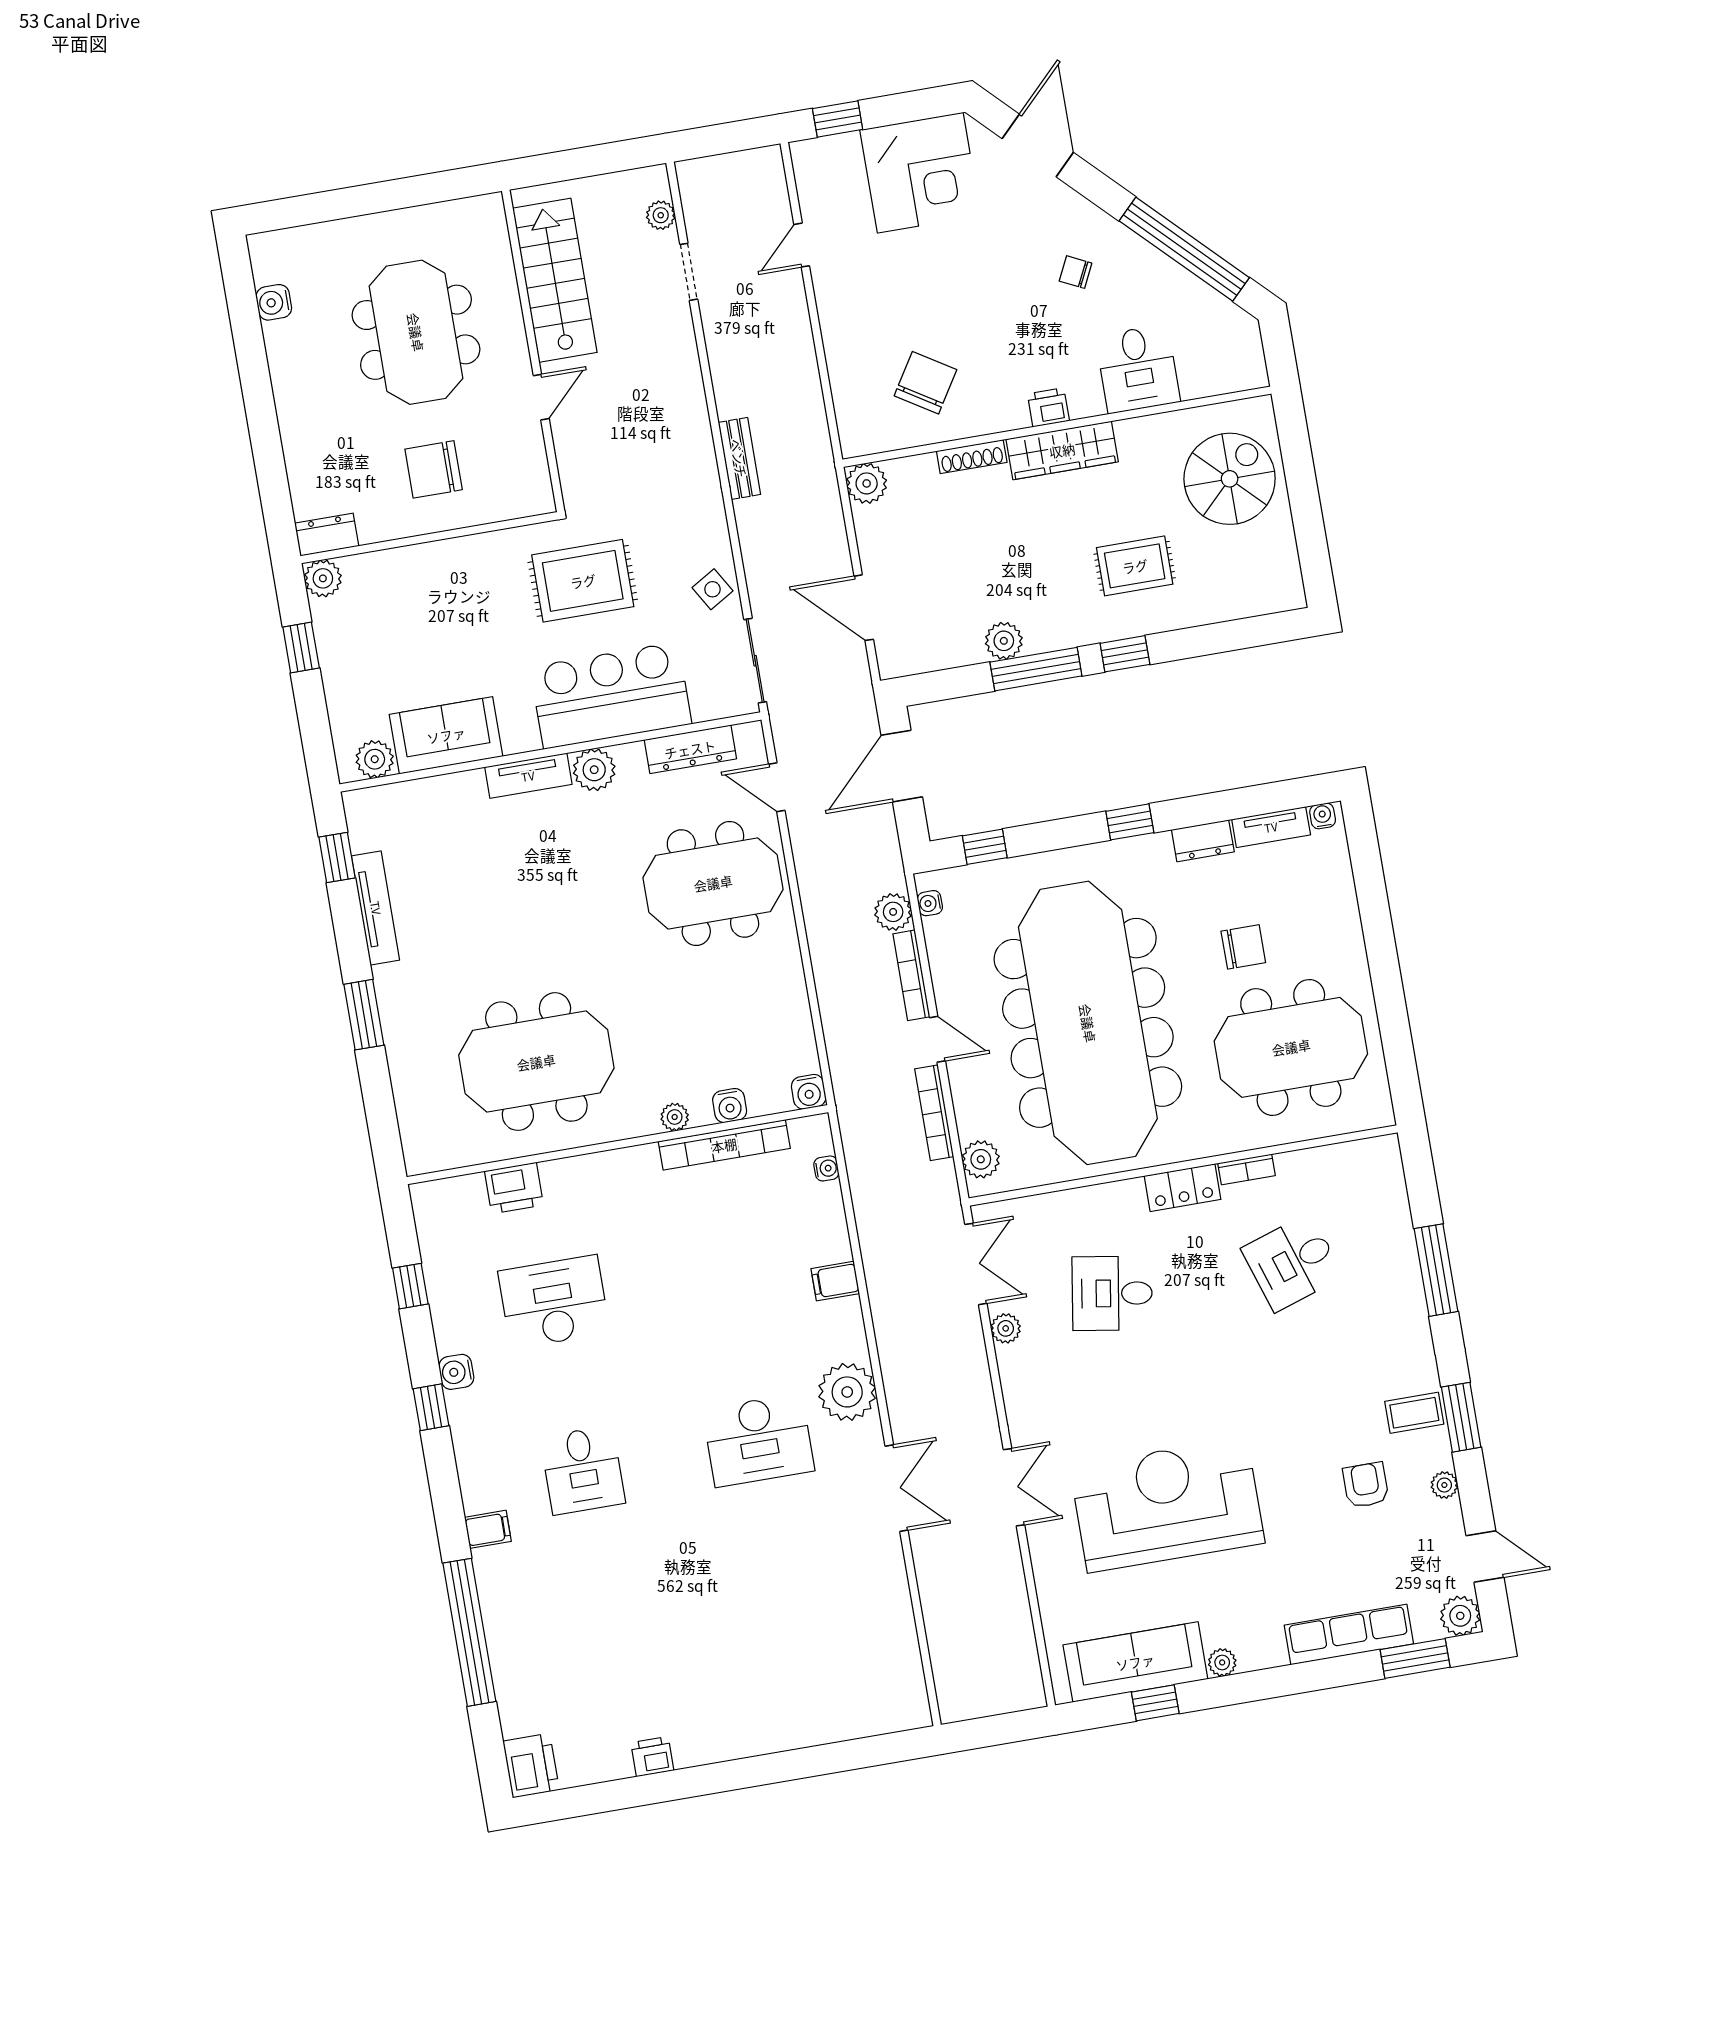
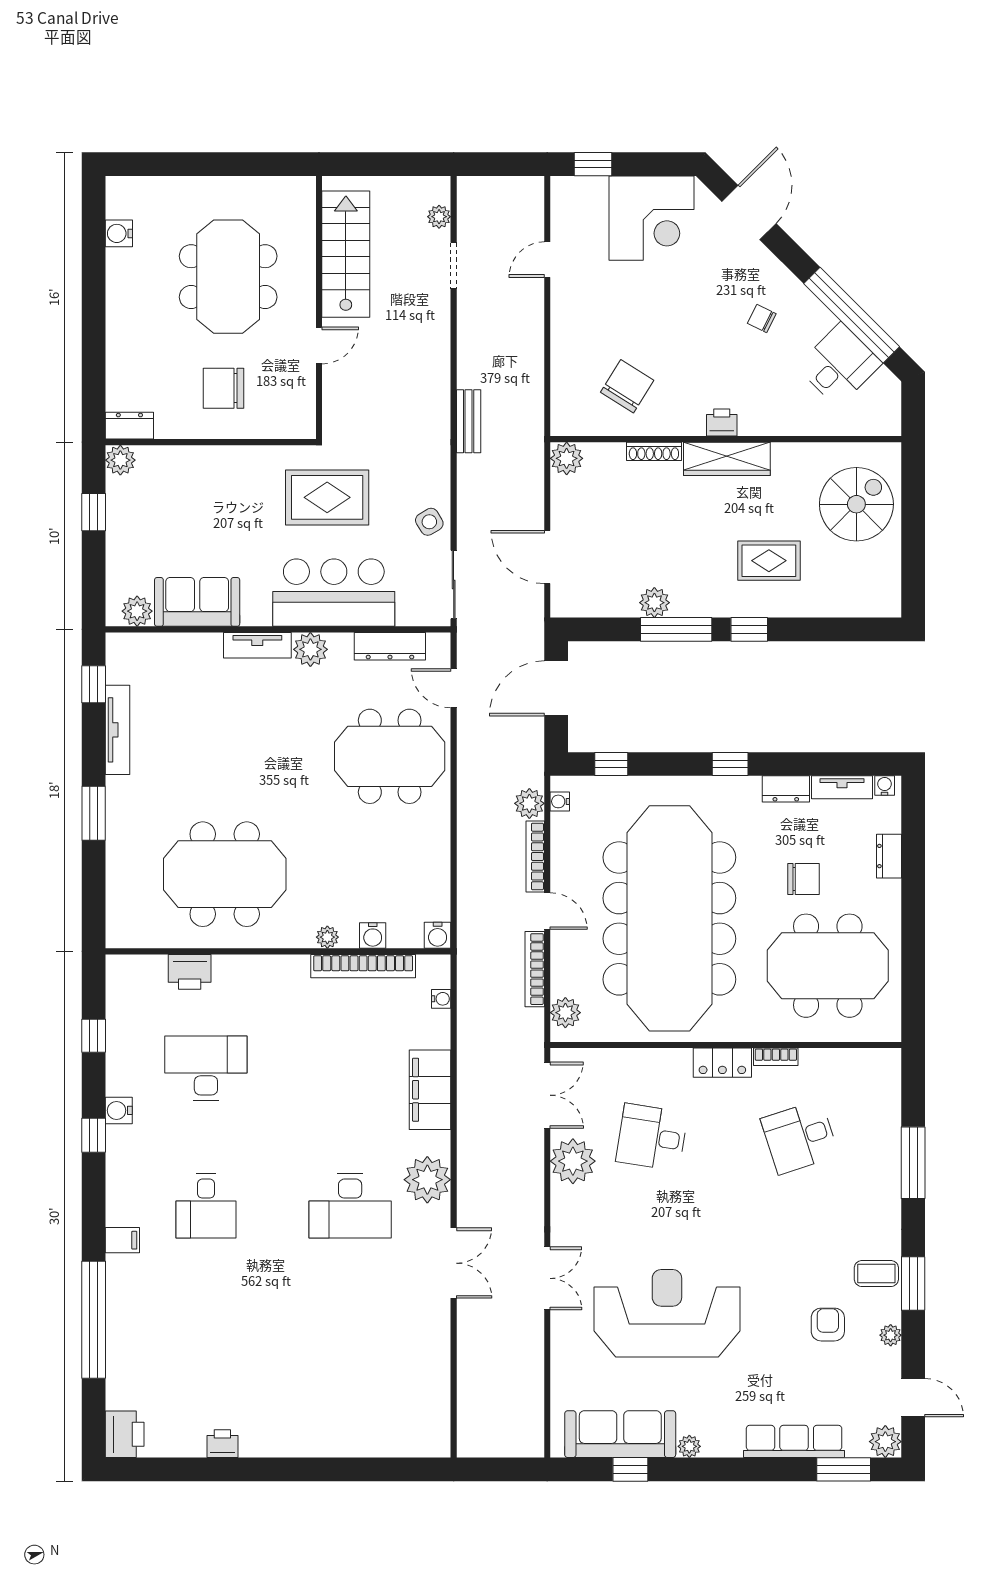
desk: (1138, 369) -> (839, 365), moved, turned -135
dresser: (1343, 901) -> (889, 856), added
filing cabinet: (835, 1281) -> (430, 1090), width x3.00, depth x1.17
plant: (1006, 1328) -> (573, 1161), width x1.88, depth x1.88

